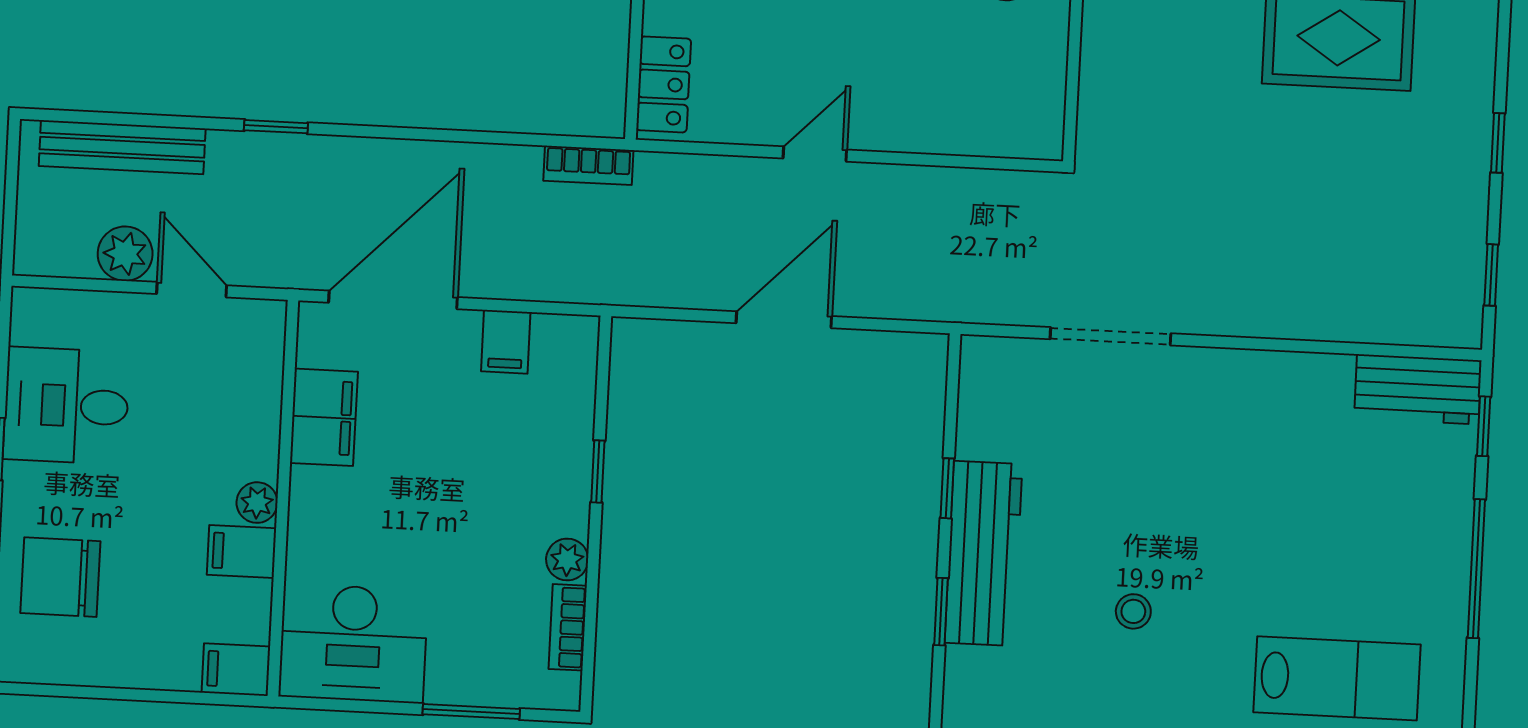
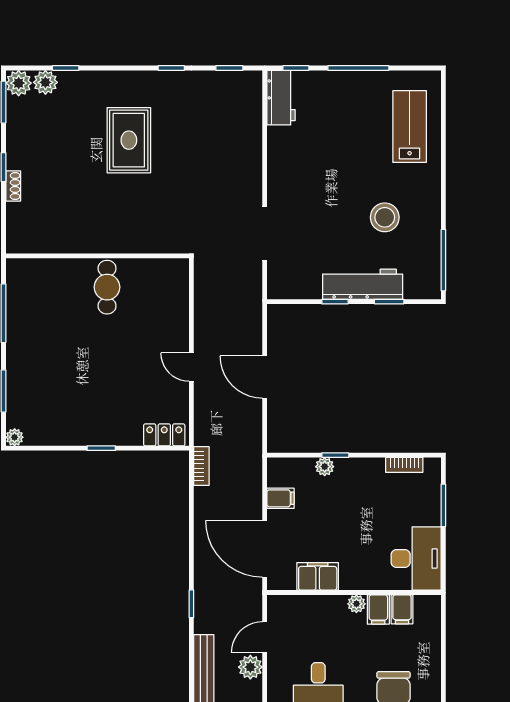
plant: (567, 560) -> (325, 467), moved
stool: (1133, 611) -> (385, 217), width x1.89, depth x1.89
filing cabinet: (236, 670) -> (402, 609), moved

